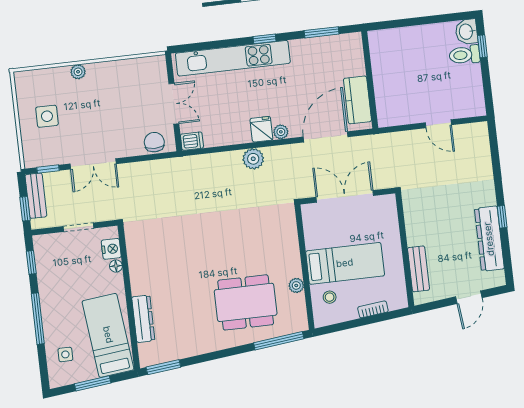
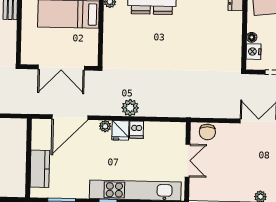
kitchen counter: (357, 100) -> (40, 169), moved
double door: (174, 104) -> (187, 161), swing flipped
dishwasher: (192, 141) -> (137, 130), moved, turned -90

